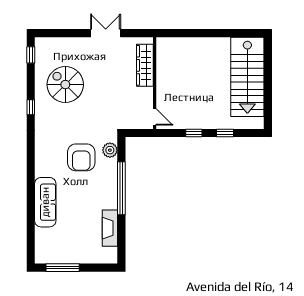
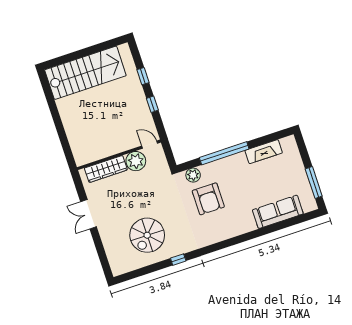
window: (31, 55) -> (131, 275), removed
plant: (143, 98) -> (136, 161), added
door: (155, 117) -> (150, 145), hinge flipped
armchair: (81, 157) -> (208, 199), turned 90
sofa: (45, 202) -> (278, 212), moved

